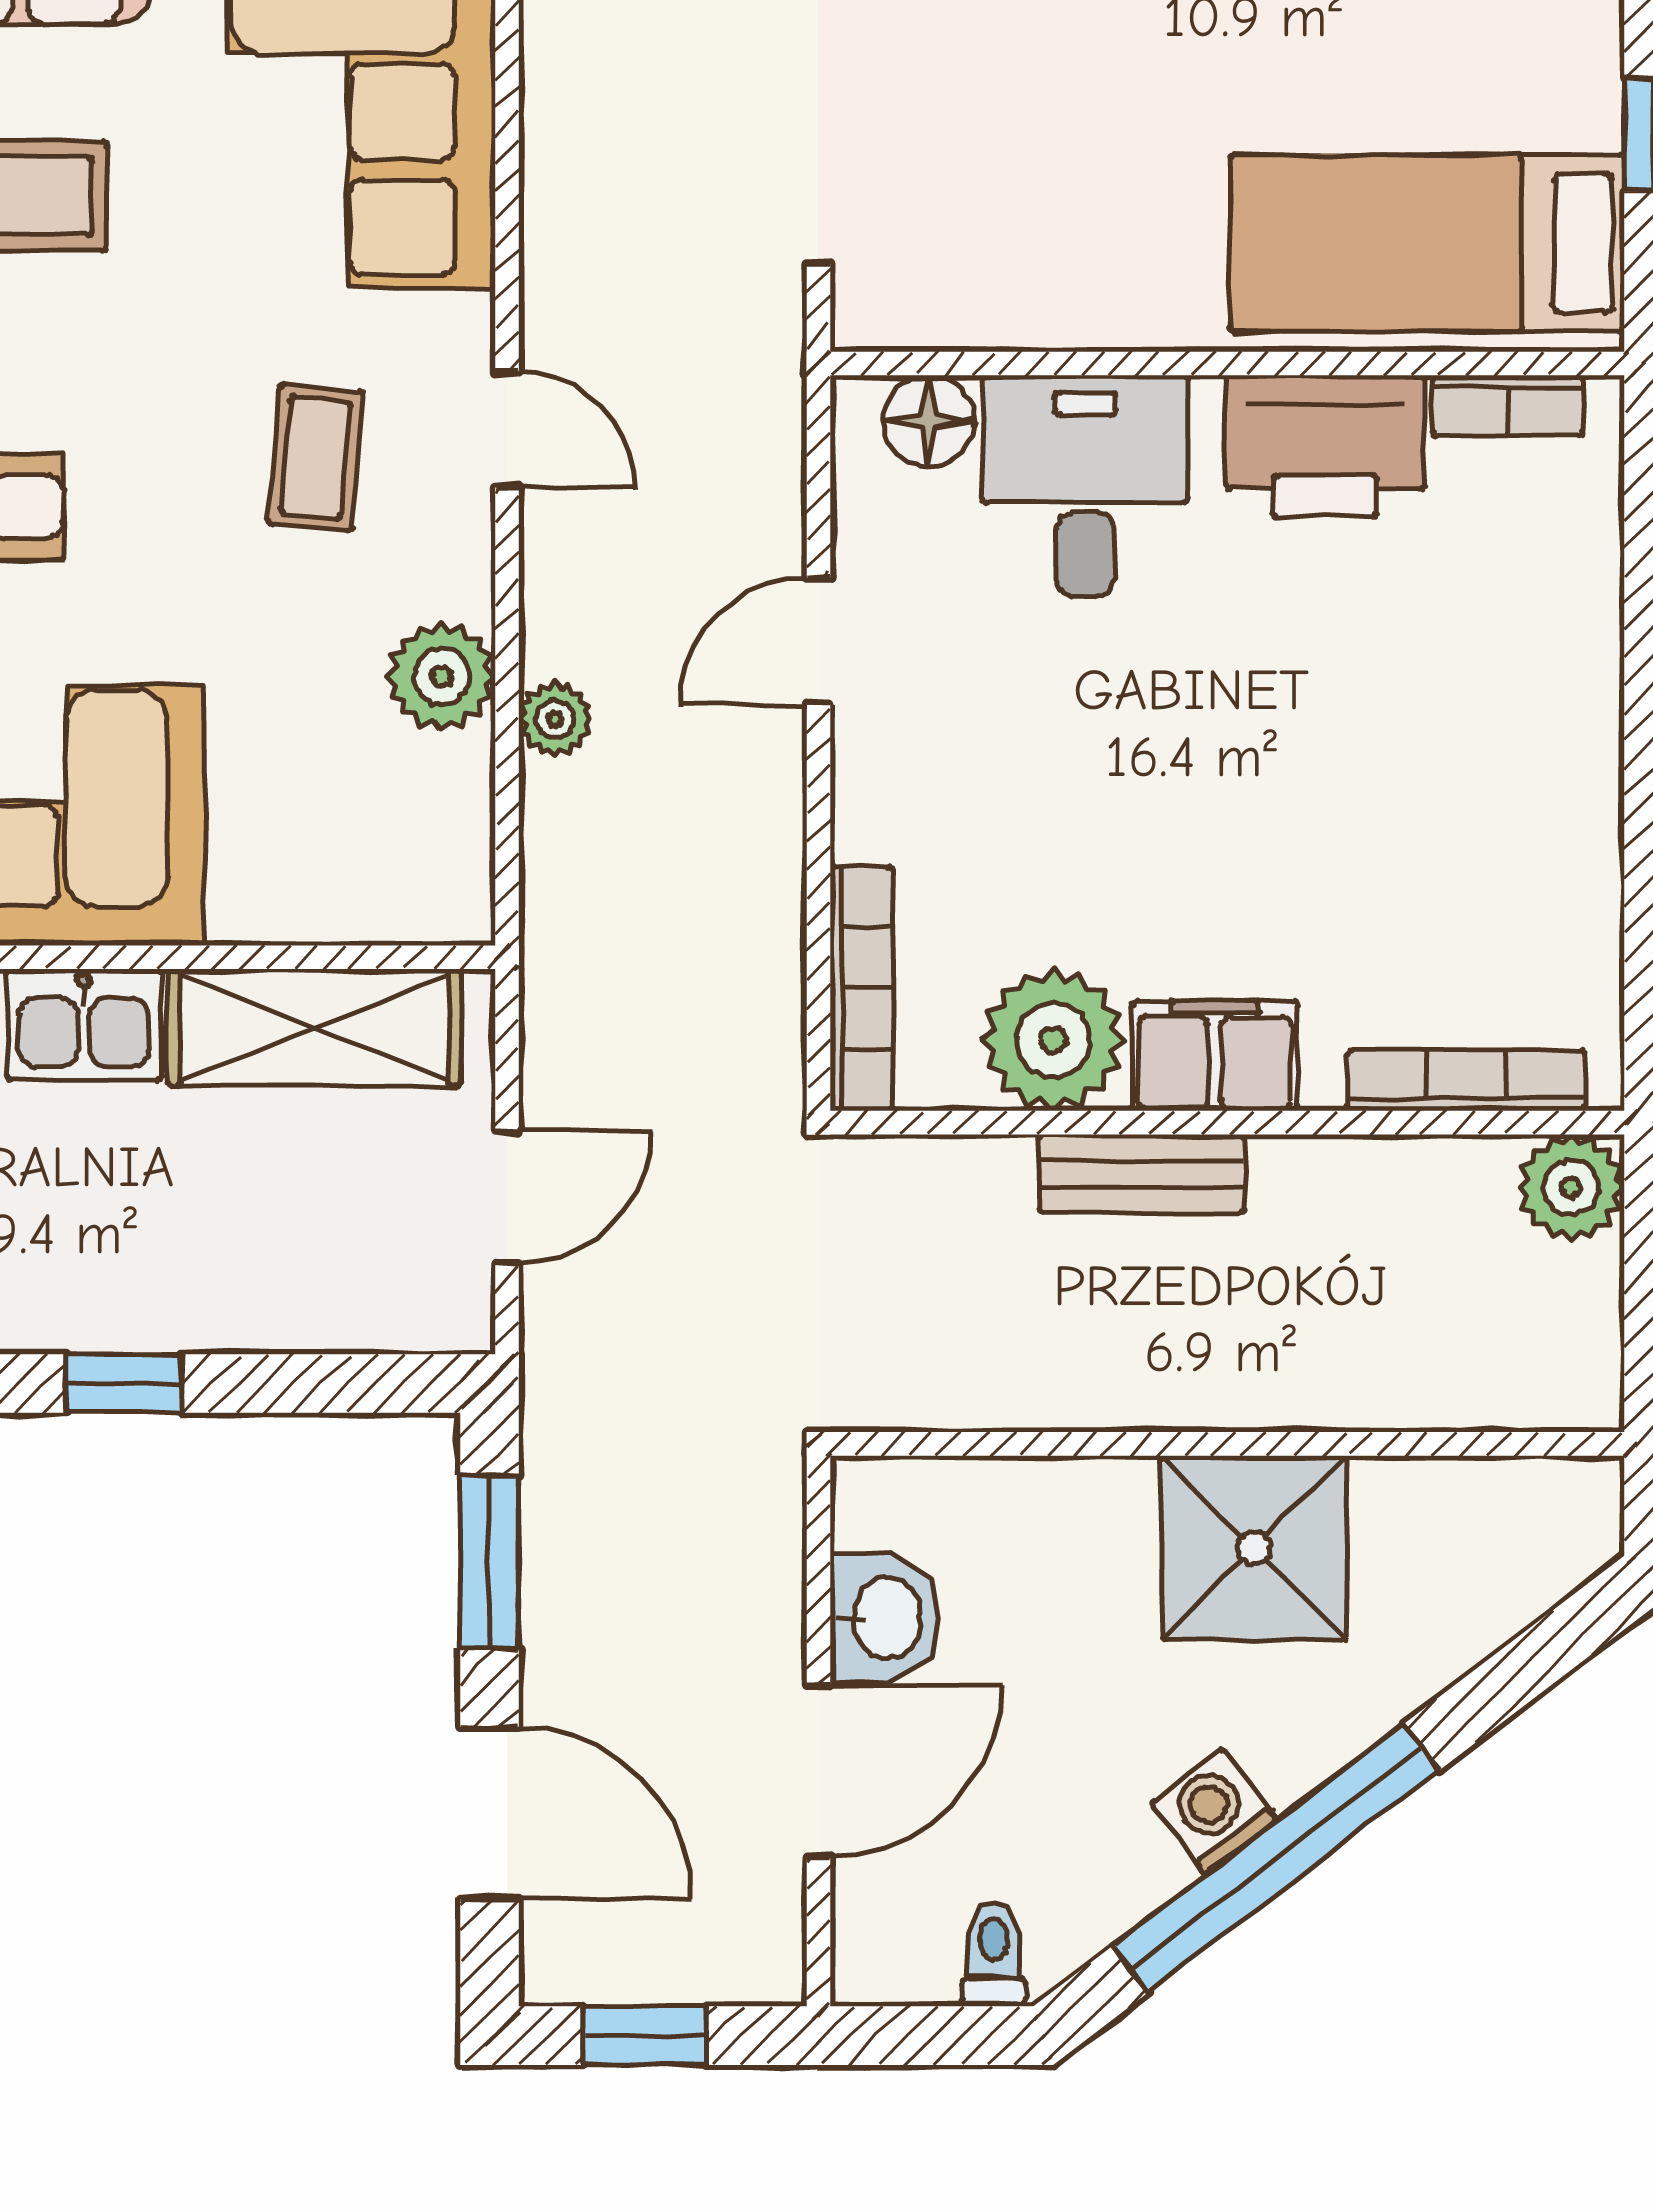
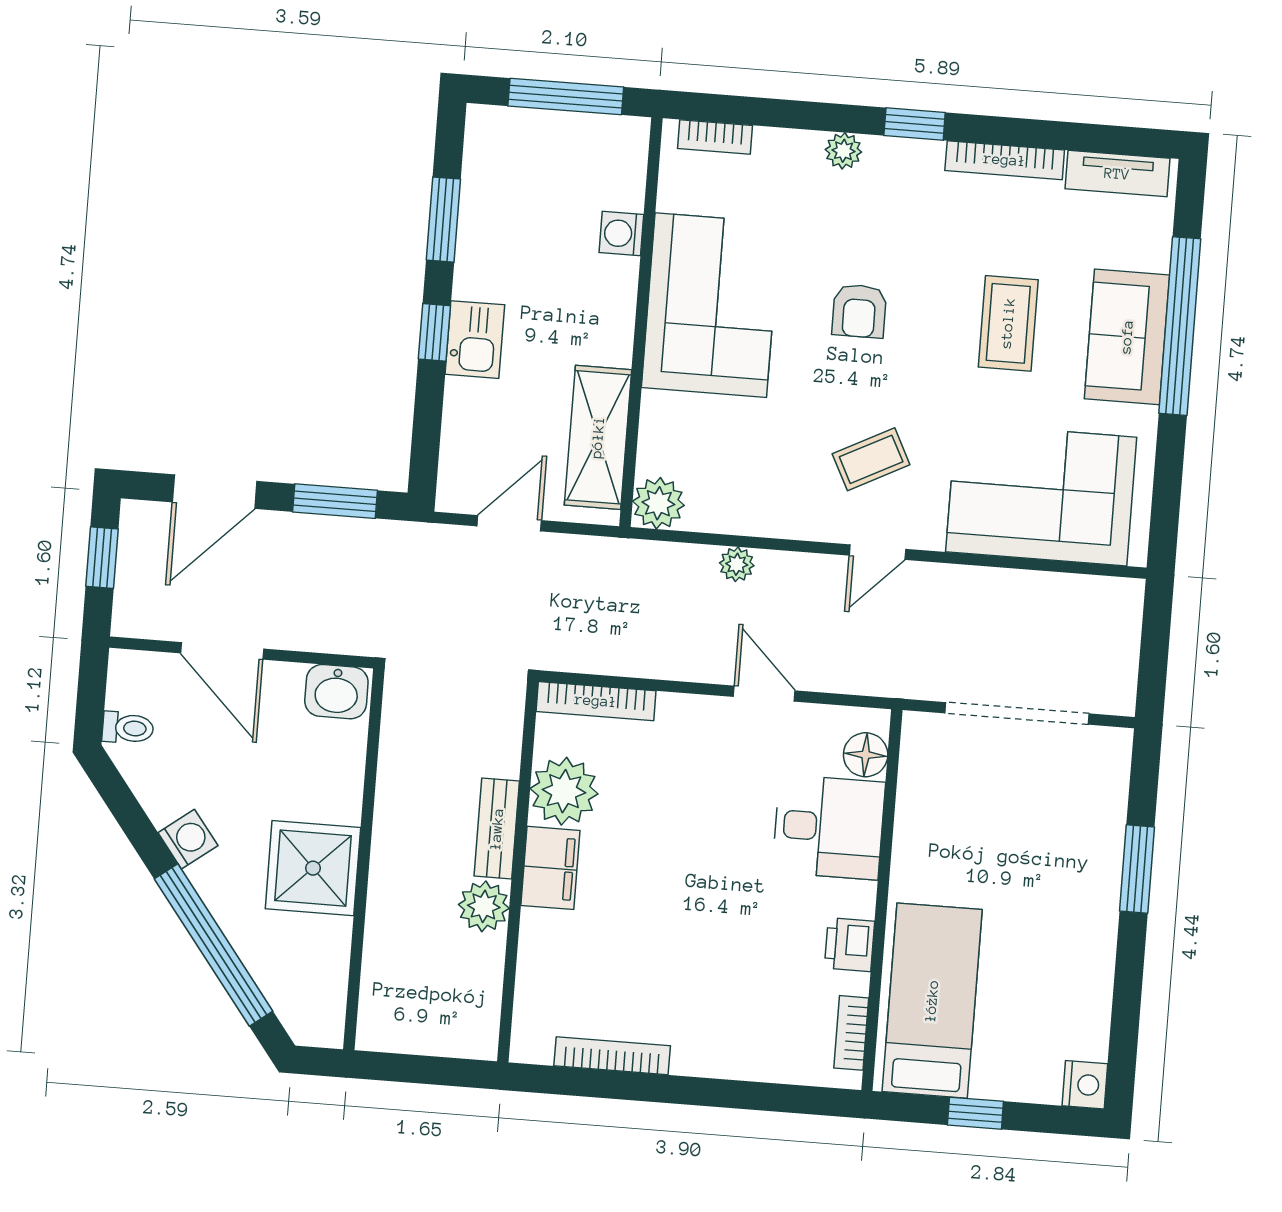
printer: (1325, 446) -> (850, 945), width x0.53, depth x0.68
coffee table: (316, 458) -> (871, 459), turned -32
plant: (441, 676) -> (658, 503), moved
kitchen sink: (84, 1025) -> (475, 340), moved, turned 180
bookcase: (1466, 1081) -> (612, 1056), moved, turned -90
plant: (1571, 1188) -> (484, 906), moved
door: (507, 1197) -> (509, 523), swing flipped
washbasin: (884, 1618) -> (336, 692), moved
window: (1276, 1858) -> (214, 945), moved

